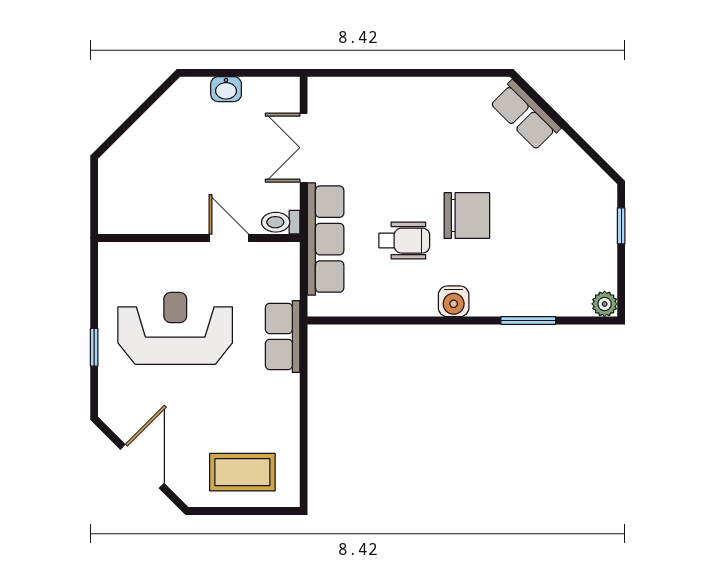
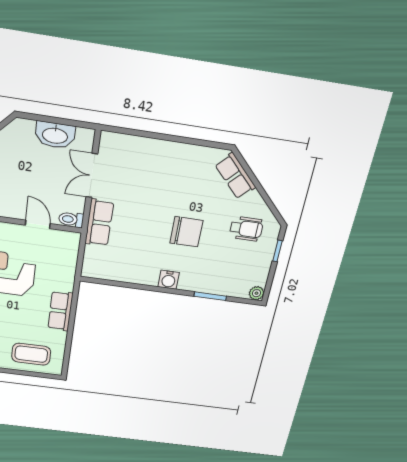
washbasin: (226, 89) -> (55, 135), width x1.91, depth x1.45
row of seats: (326, 239) -> (99, 223), width x0.68
wheelchair: (404, 241) -> (246, 229), moved
row of seats: (283, 336) -> (60, 311), moved

